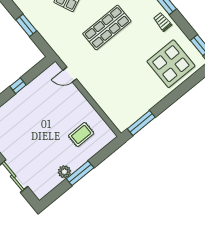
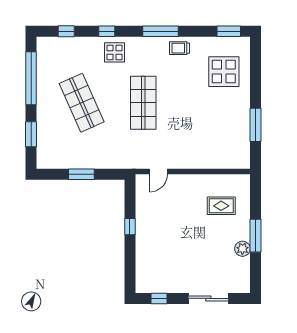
display table: (171, 64) -> (224, 72), width x0.73, depth x0.73
window: (141, 123) -> (255, 125), moved
rug: (81, 135) -> (221, 206), turned 90

